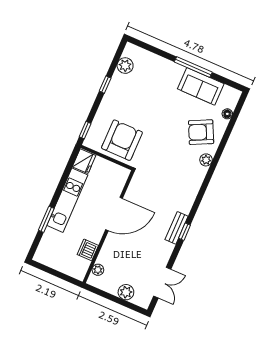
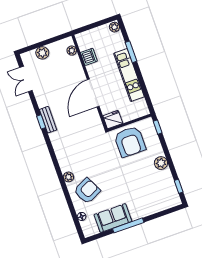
plant: (125, 66) -> (161, 163), moved
window: (105, 85) -> (179, 186), moved
fridge: (84, 161) -> (113, 120), moved, turned 90
plant: (40, 255) -> (114, 27), added

